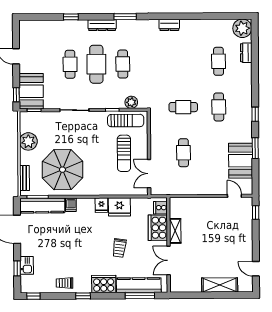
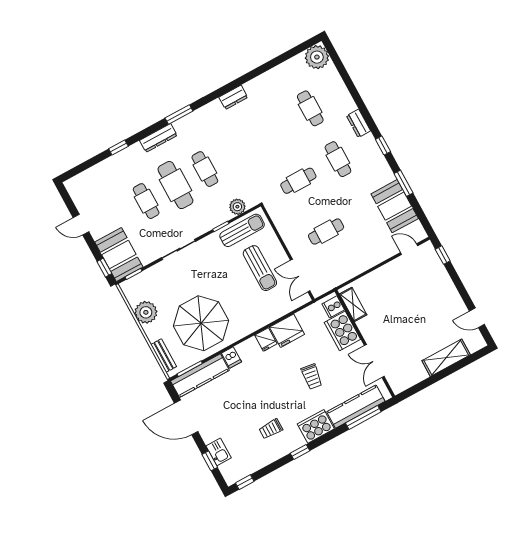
dresser: (246, 53) -> (359, 123), moved
cafe table: (183, 153) -> (326, 232), turned 90
shelving: (175, 231) -> (353, 304), moved
trolley: (65, 283) -> (271, 429), moved

